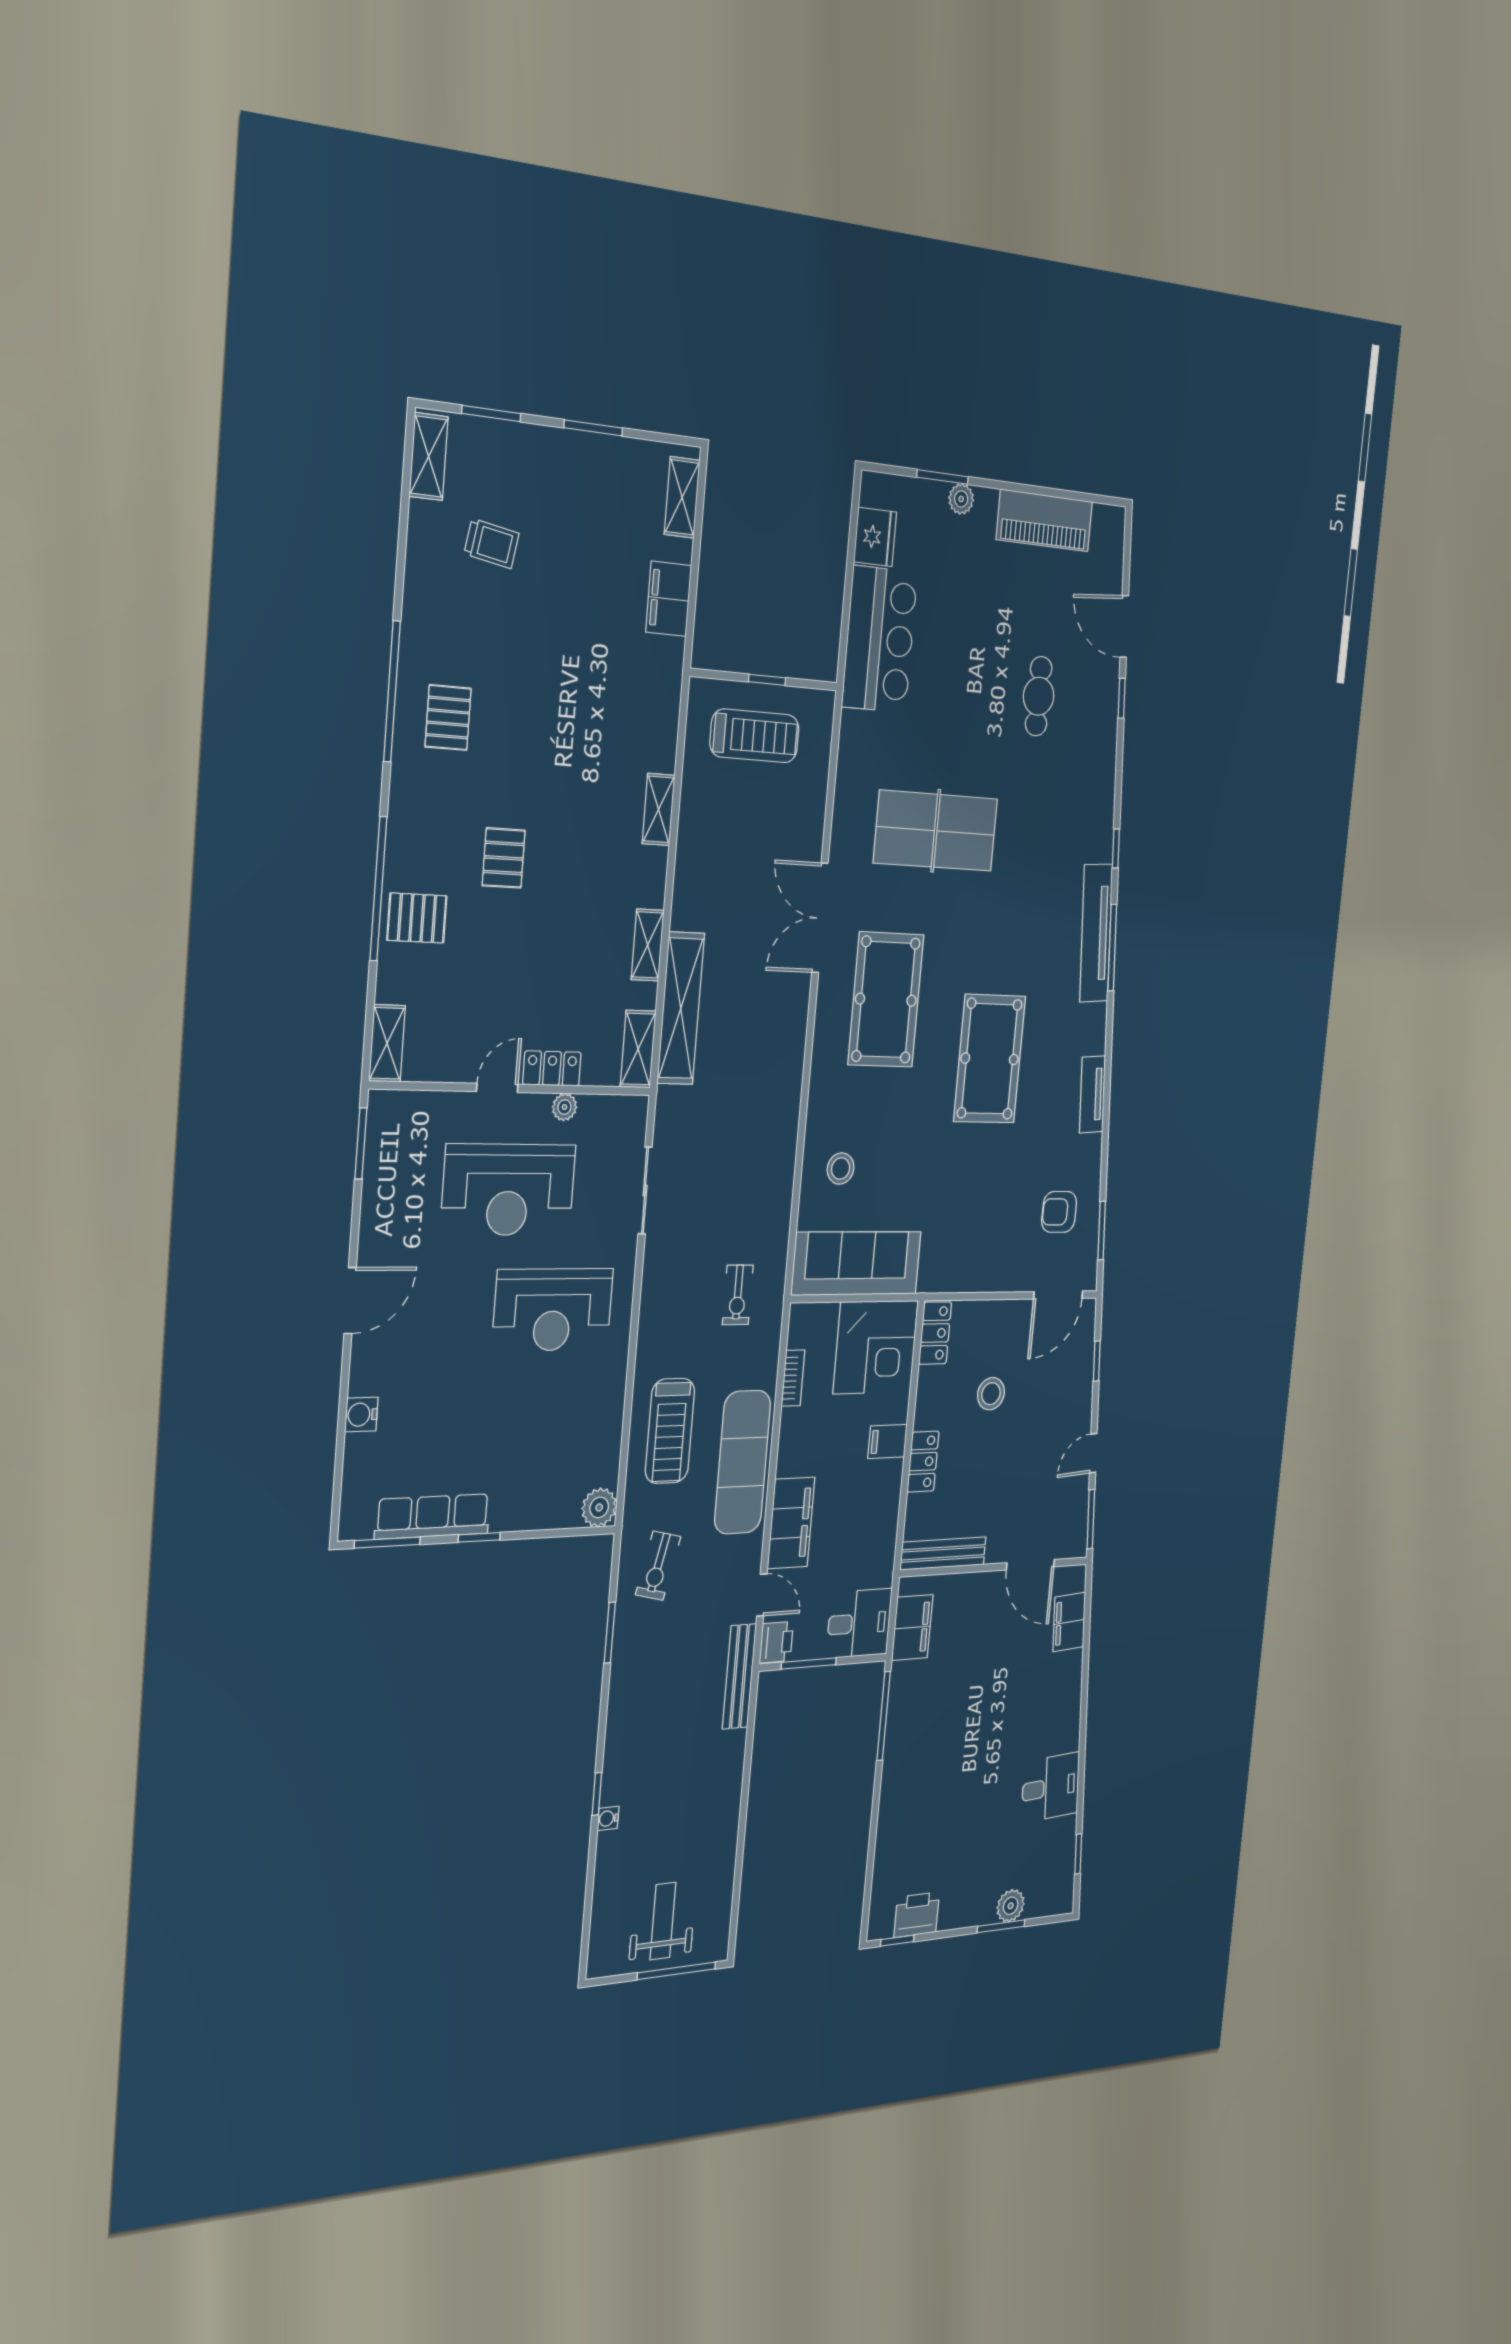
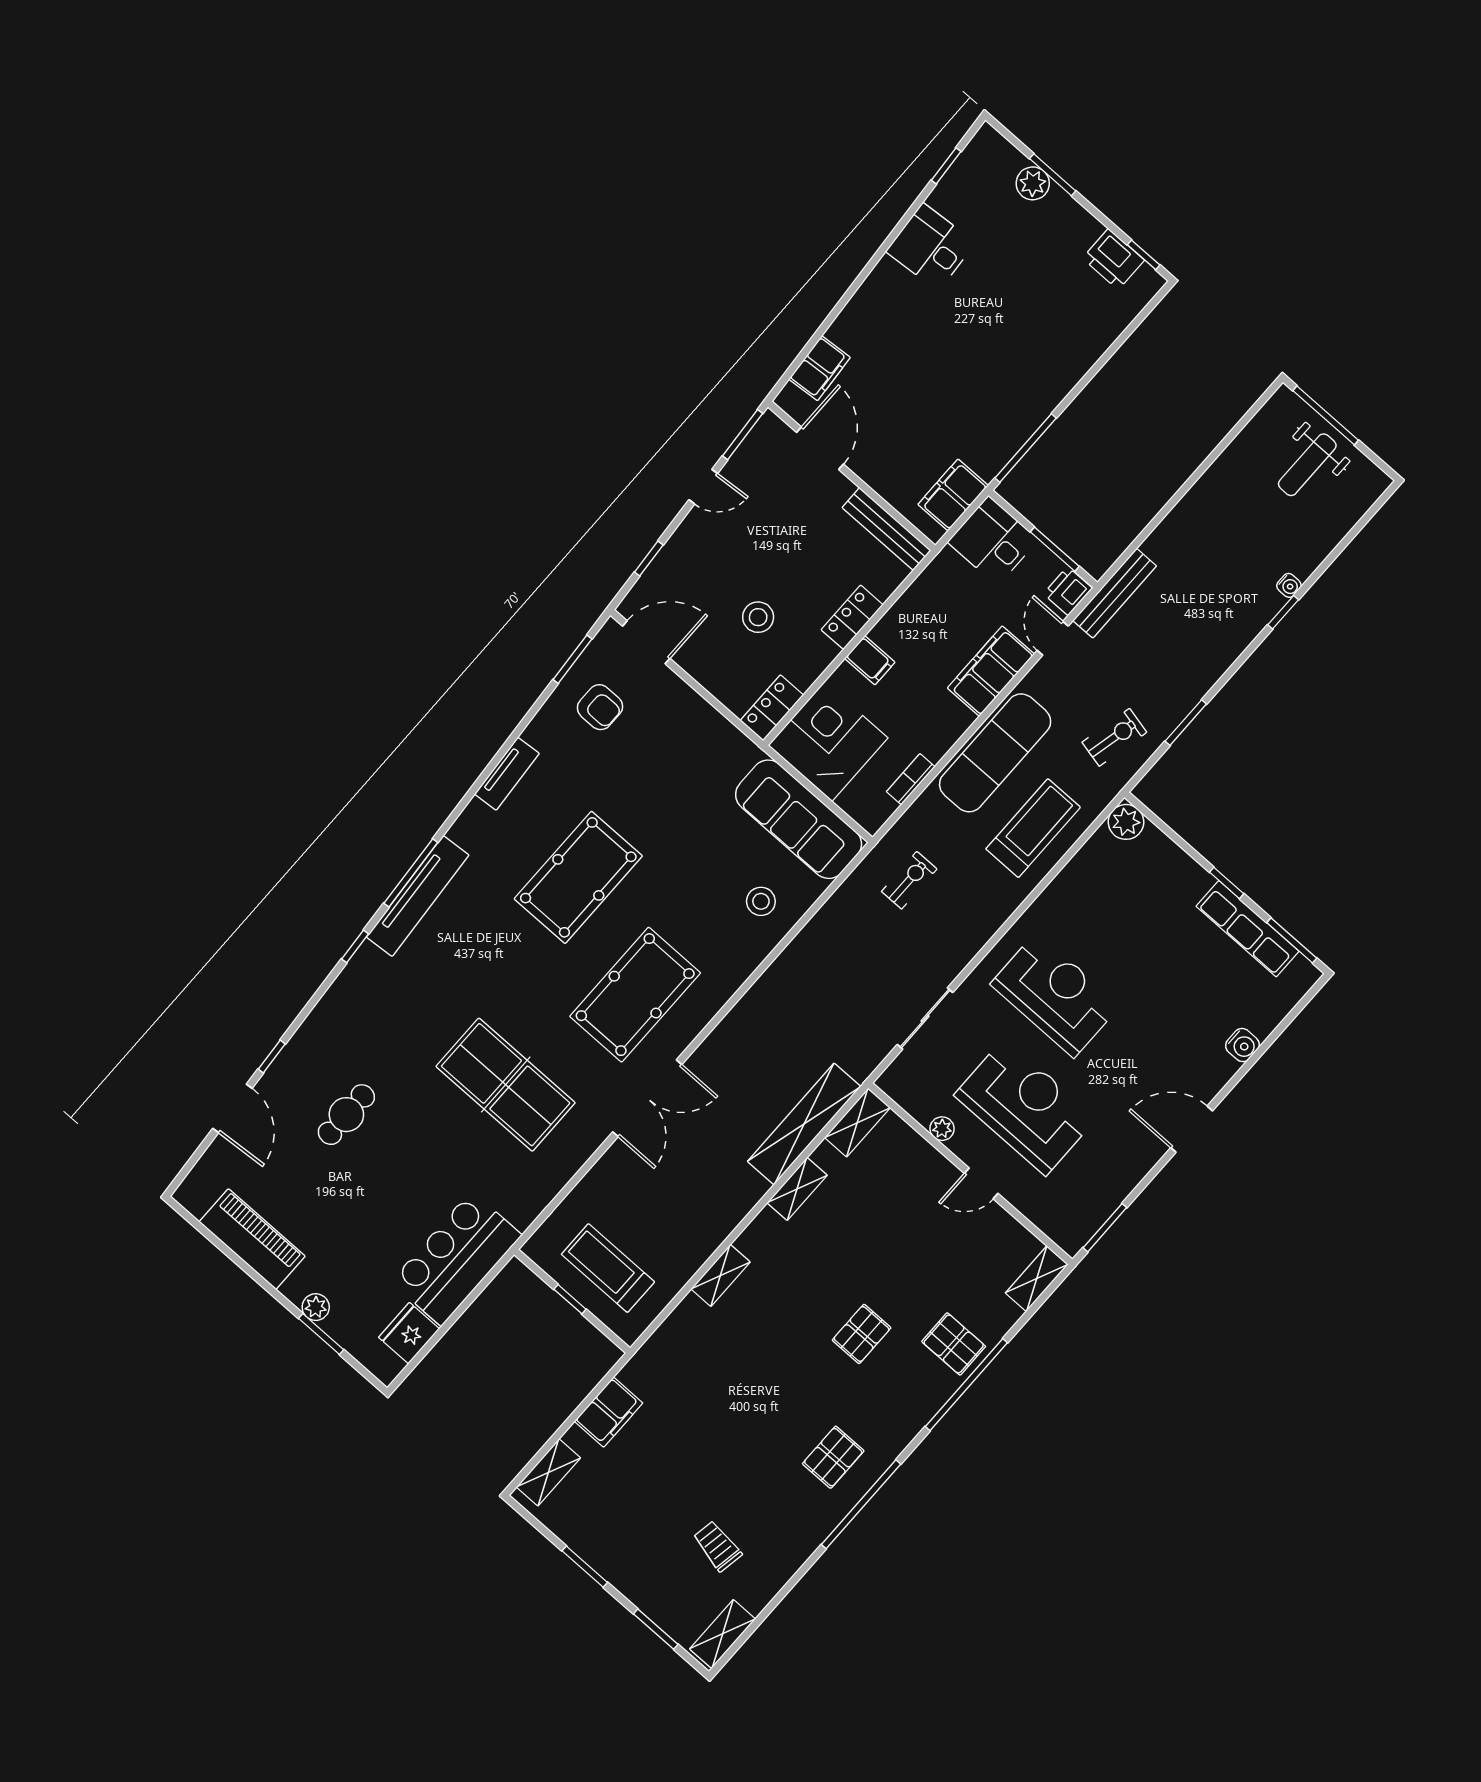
locker: (552, 1068) -> (932, 1163), removed

